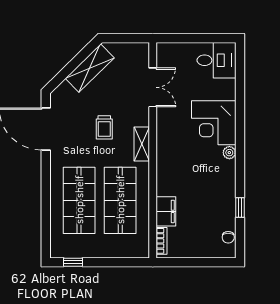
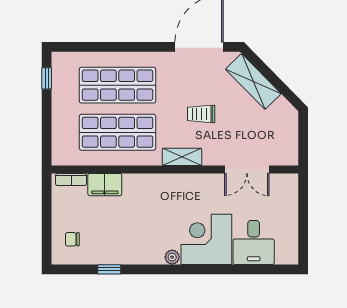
desk: (216, 60) -> (254, 242), moved
shelving: (90, 68) -> (253, 81), moved
chair: (228, 237) -> (72, 239), moved

